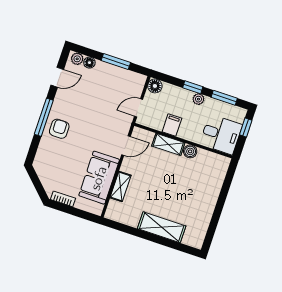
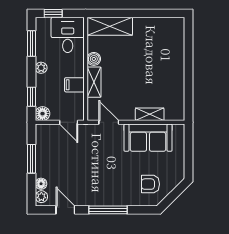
window: (193, 87) -> (32, 97), moved
armchair: (59, 129) -> (150, 184), moved
bookcase: (63, 199) -> (180, 165), removed
shelving: (162, 227) -> (110, 26), moved, turned 90

